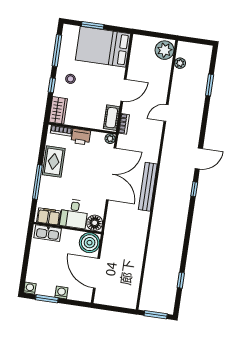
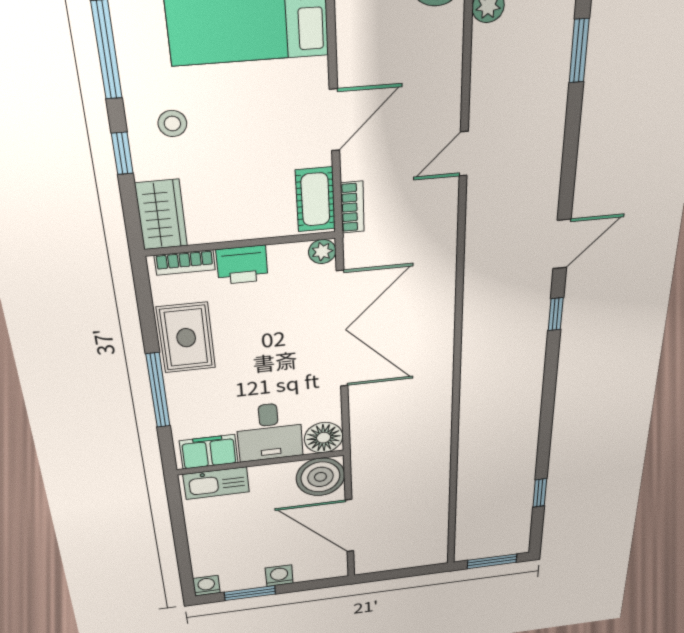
bench: (148, 187) -> (440, 336), removed

